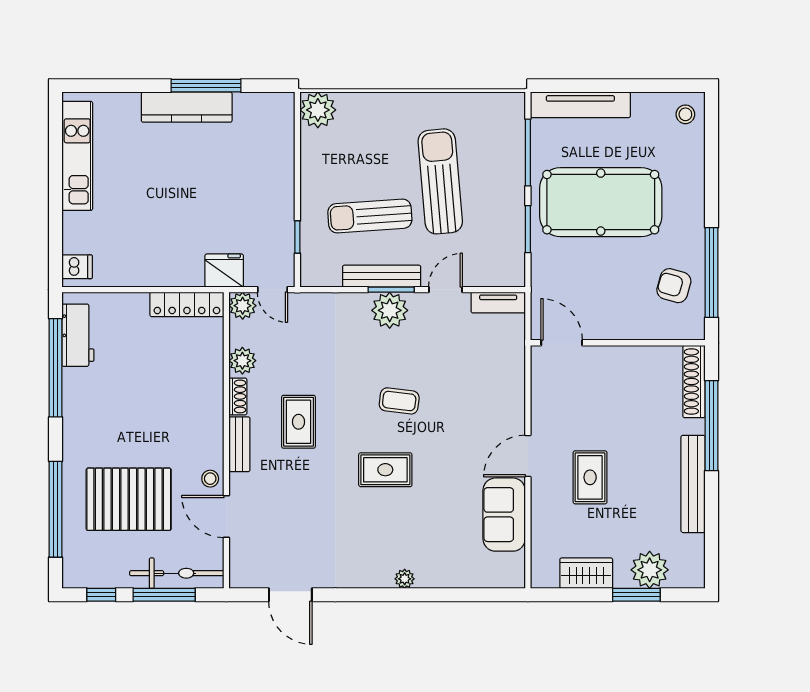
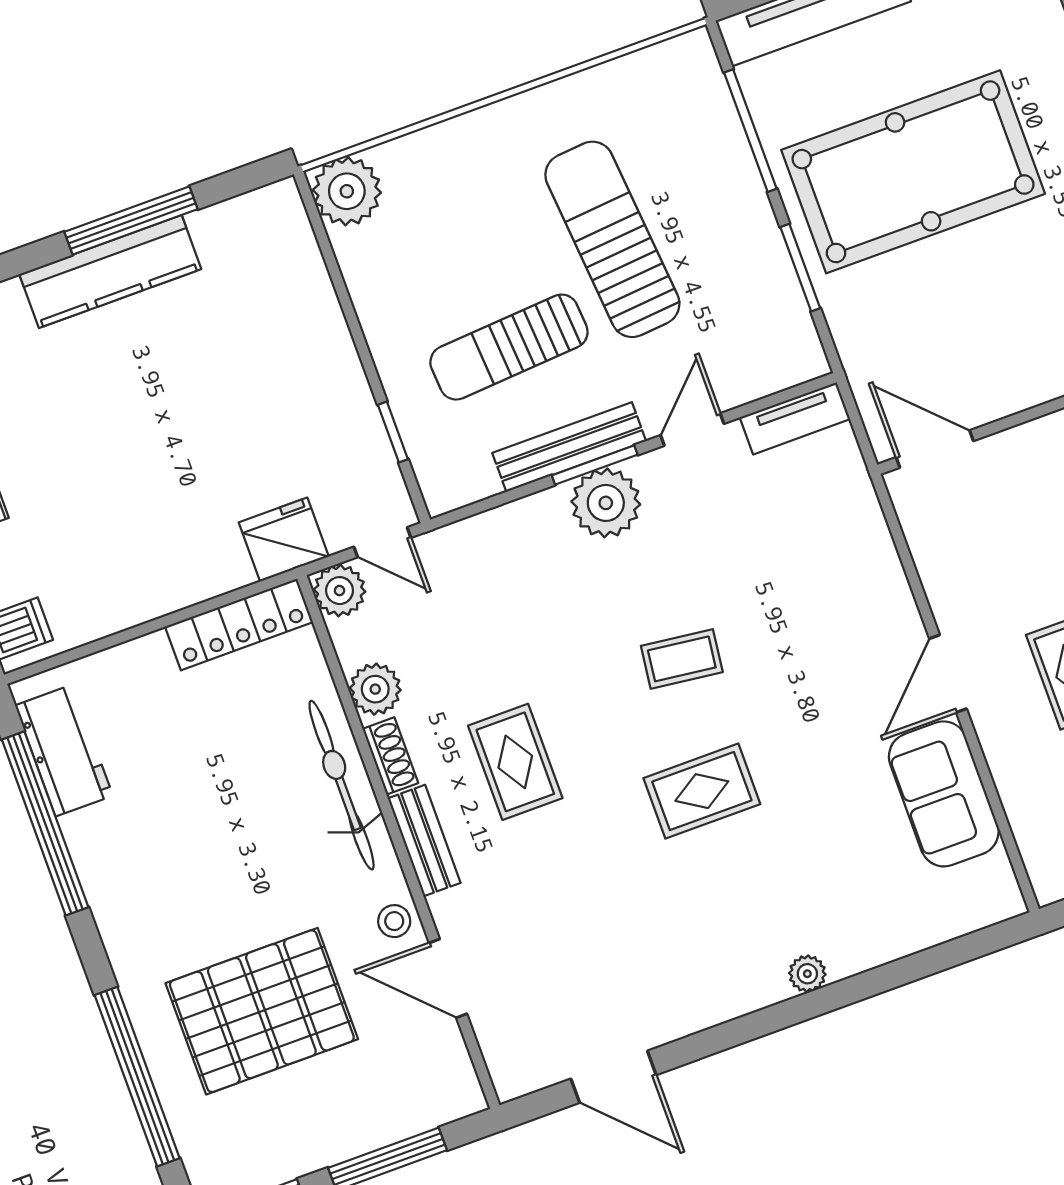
bicycle: (177, 573) -> (342, 785), moved, turned -90

